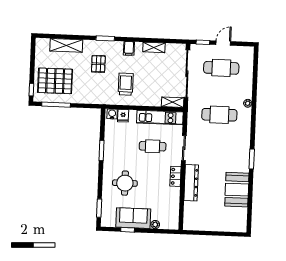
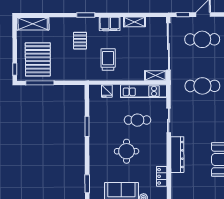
shelving: (66, 45) -> (33, 24), moved
filing cabinet: (129, 48) -> (110, 24), width x2.00
pallet: (55, 81) -> (38, 59), turned 90
water cooler: (112, 114) -> (96, 90), removed
locker: (176, 176) -> (162, 176), moved
round table: (125, 183) -> (127, 151), moved

